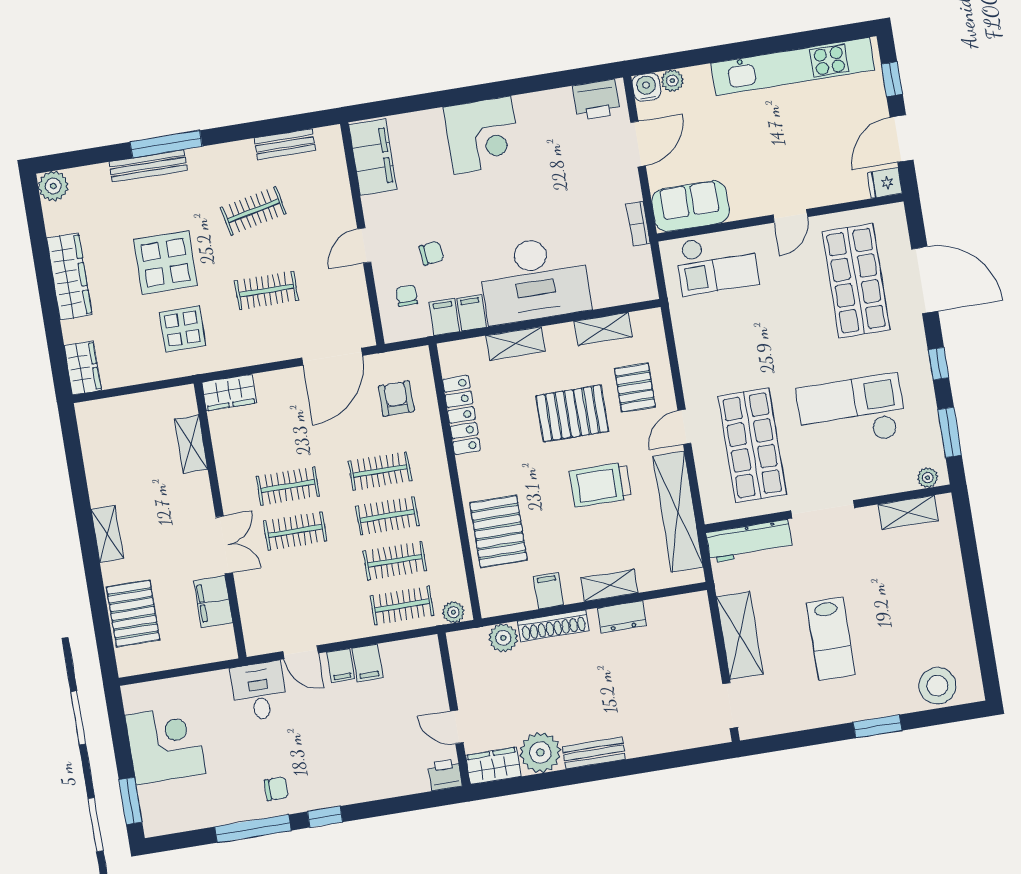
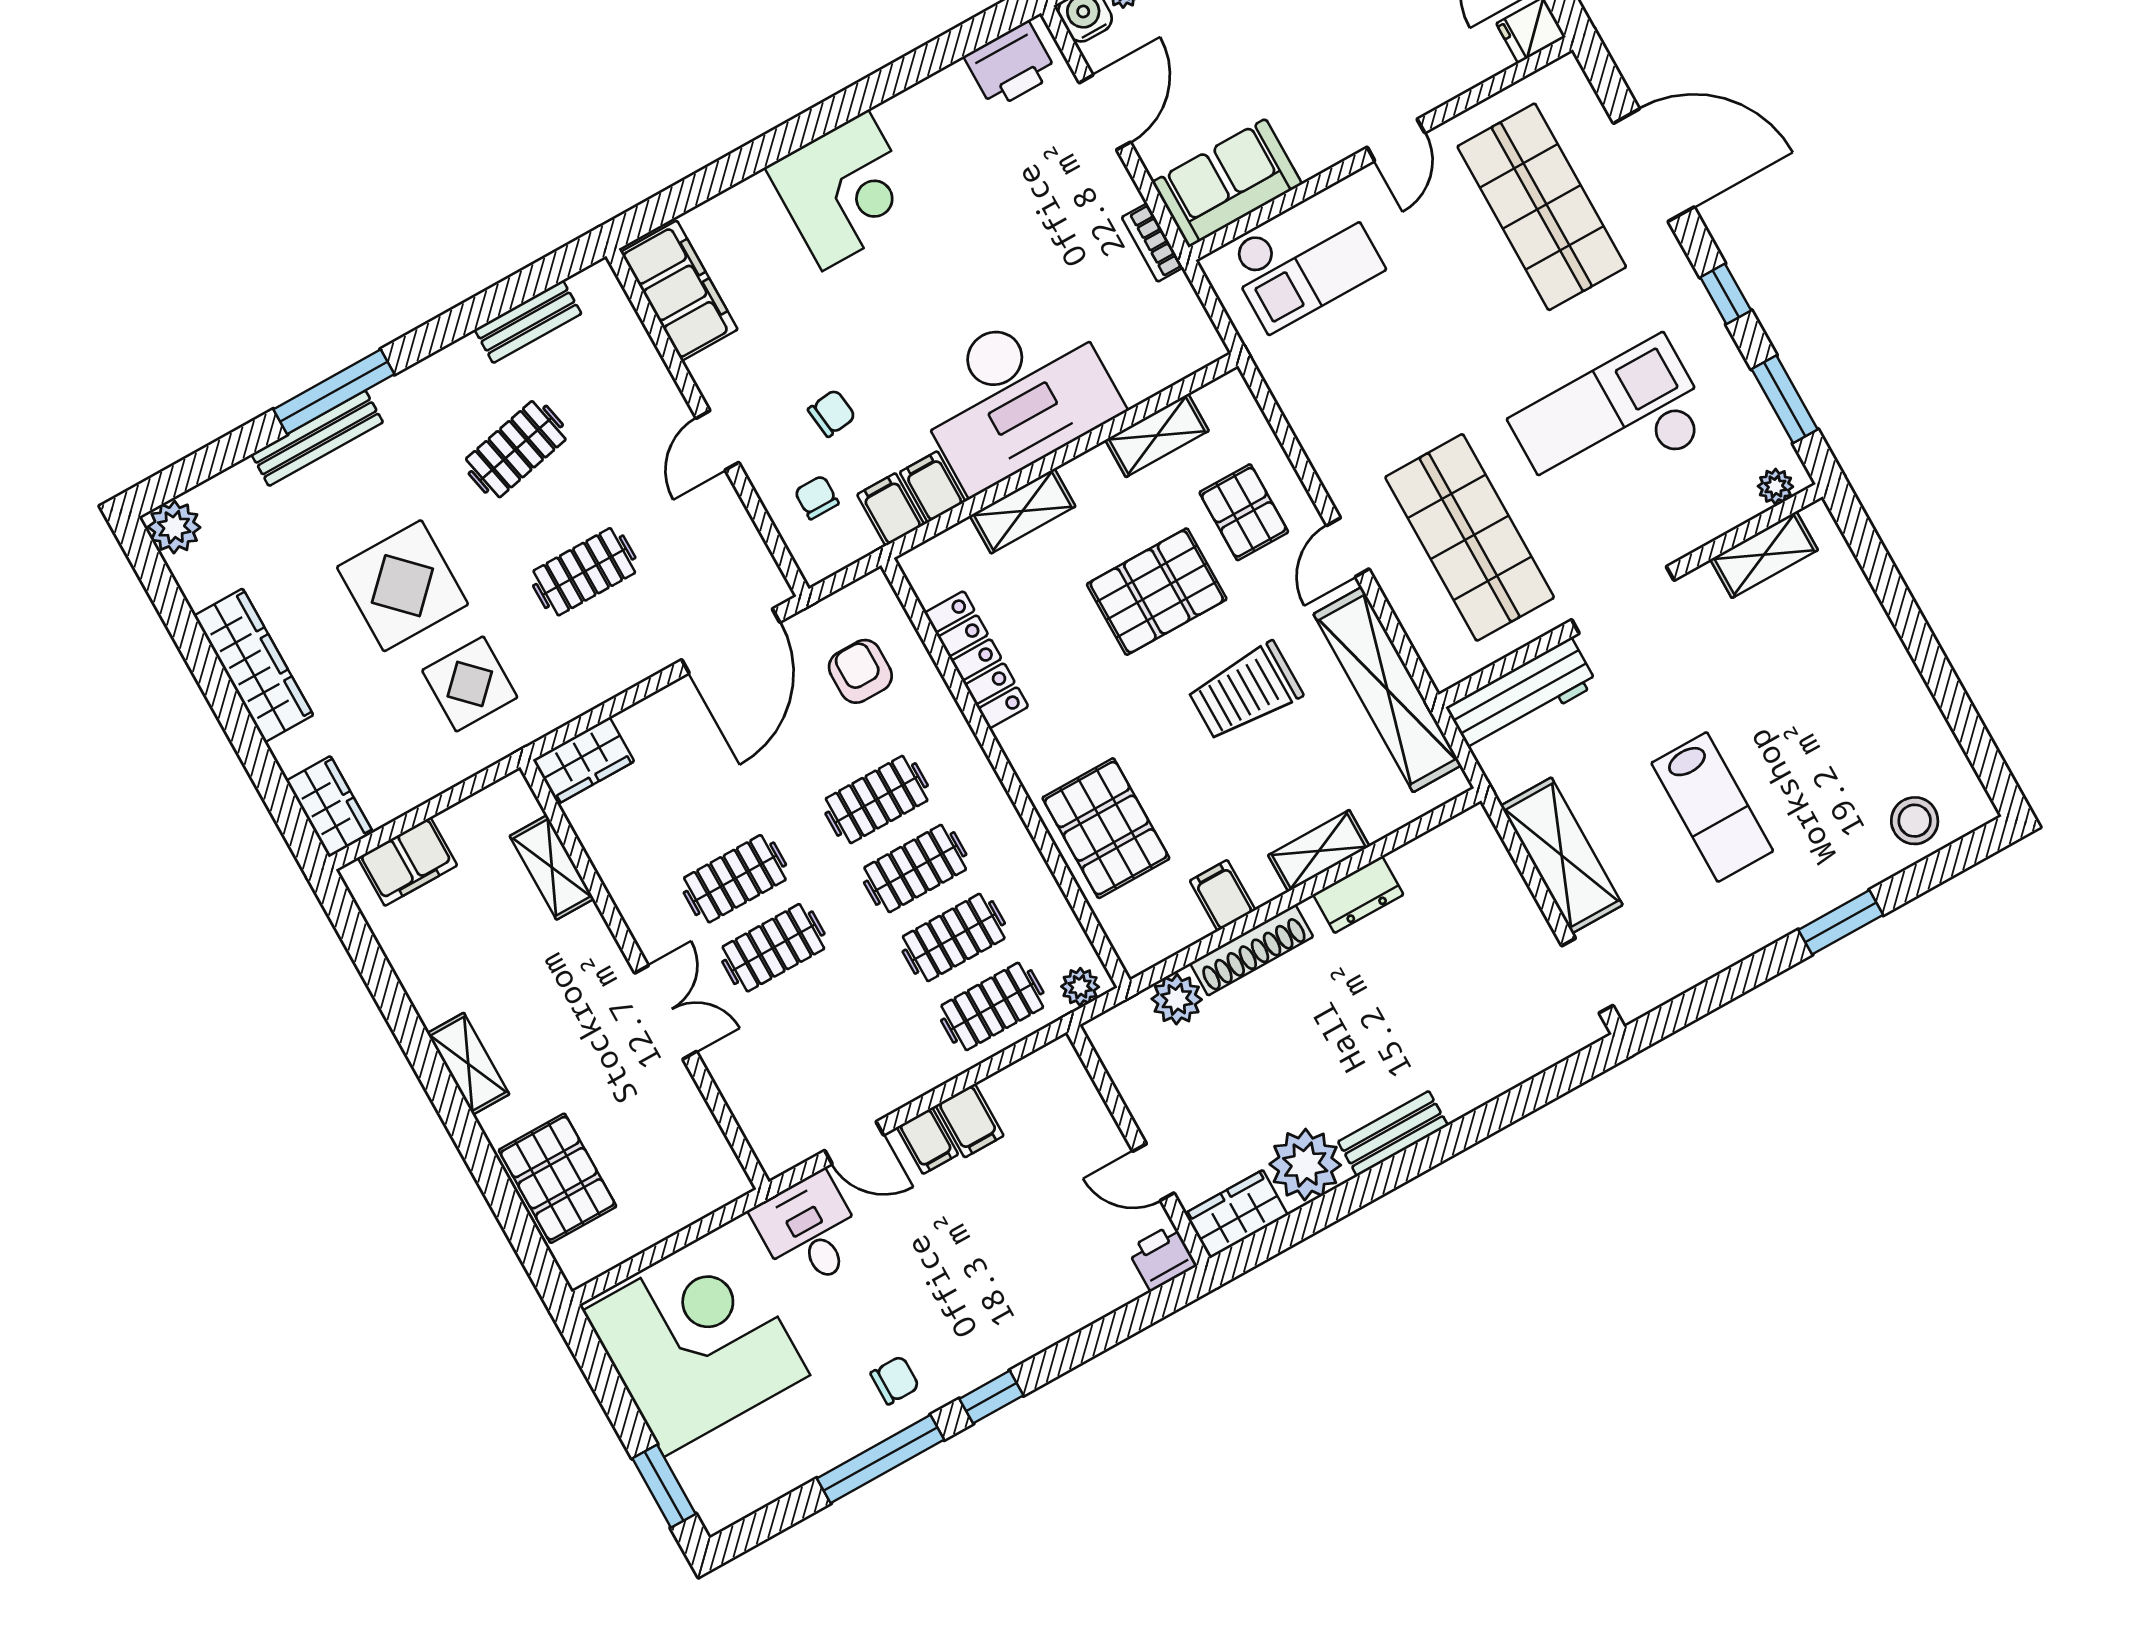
filing cabinet: (213, 602) -> (407, 862), moved, turned -90
stool: (937, 686) -> (1915, 821), width x0.73, depth x0.73
corner desk: (165, 744) -> (696, 1343), width x1.36, depth x1.36

